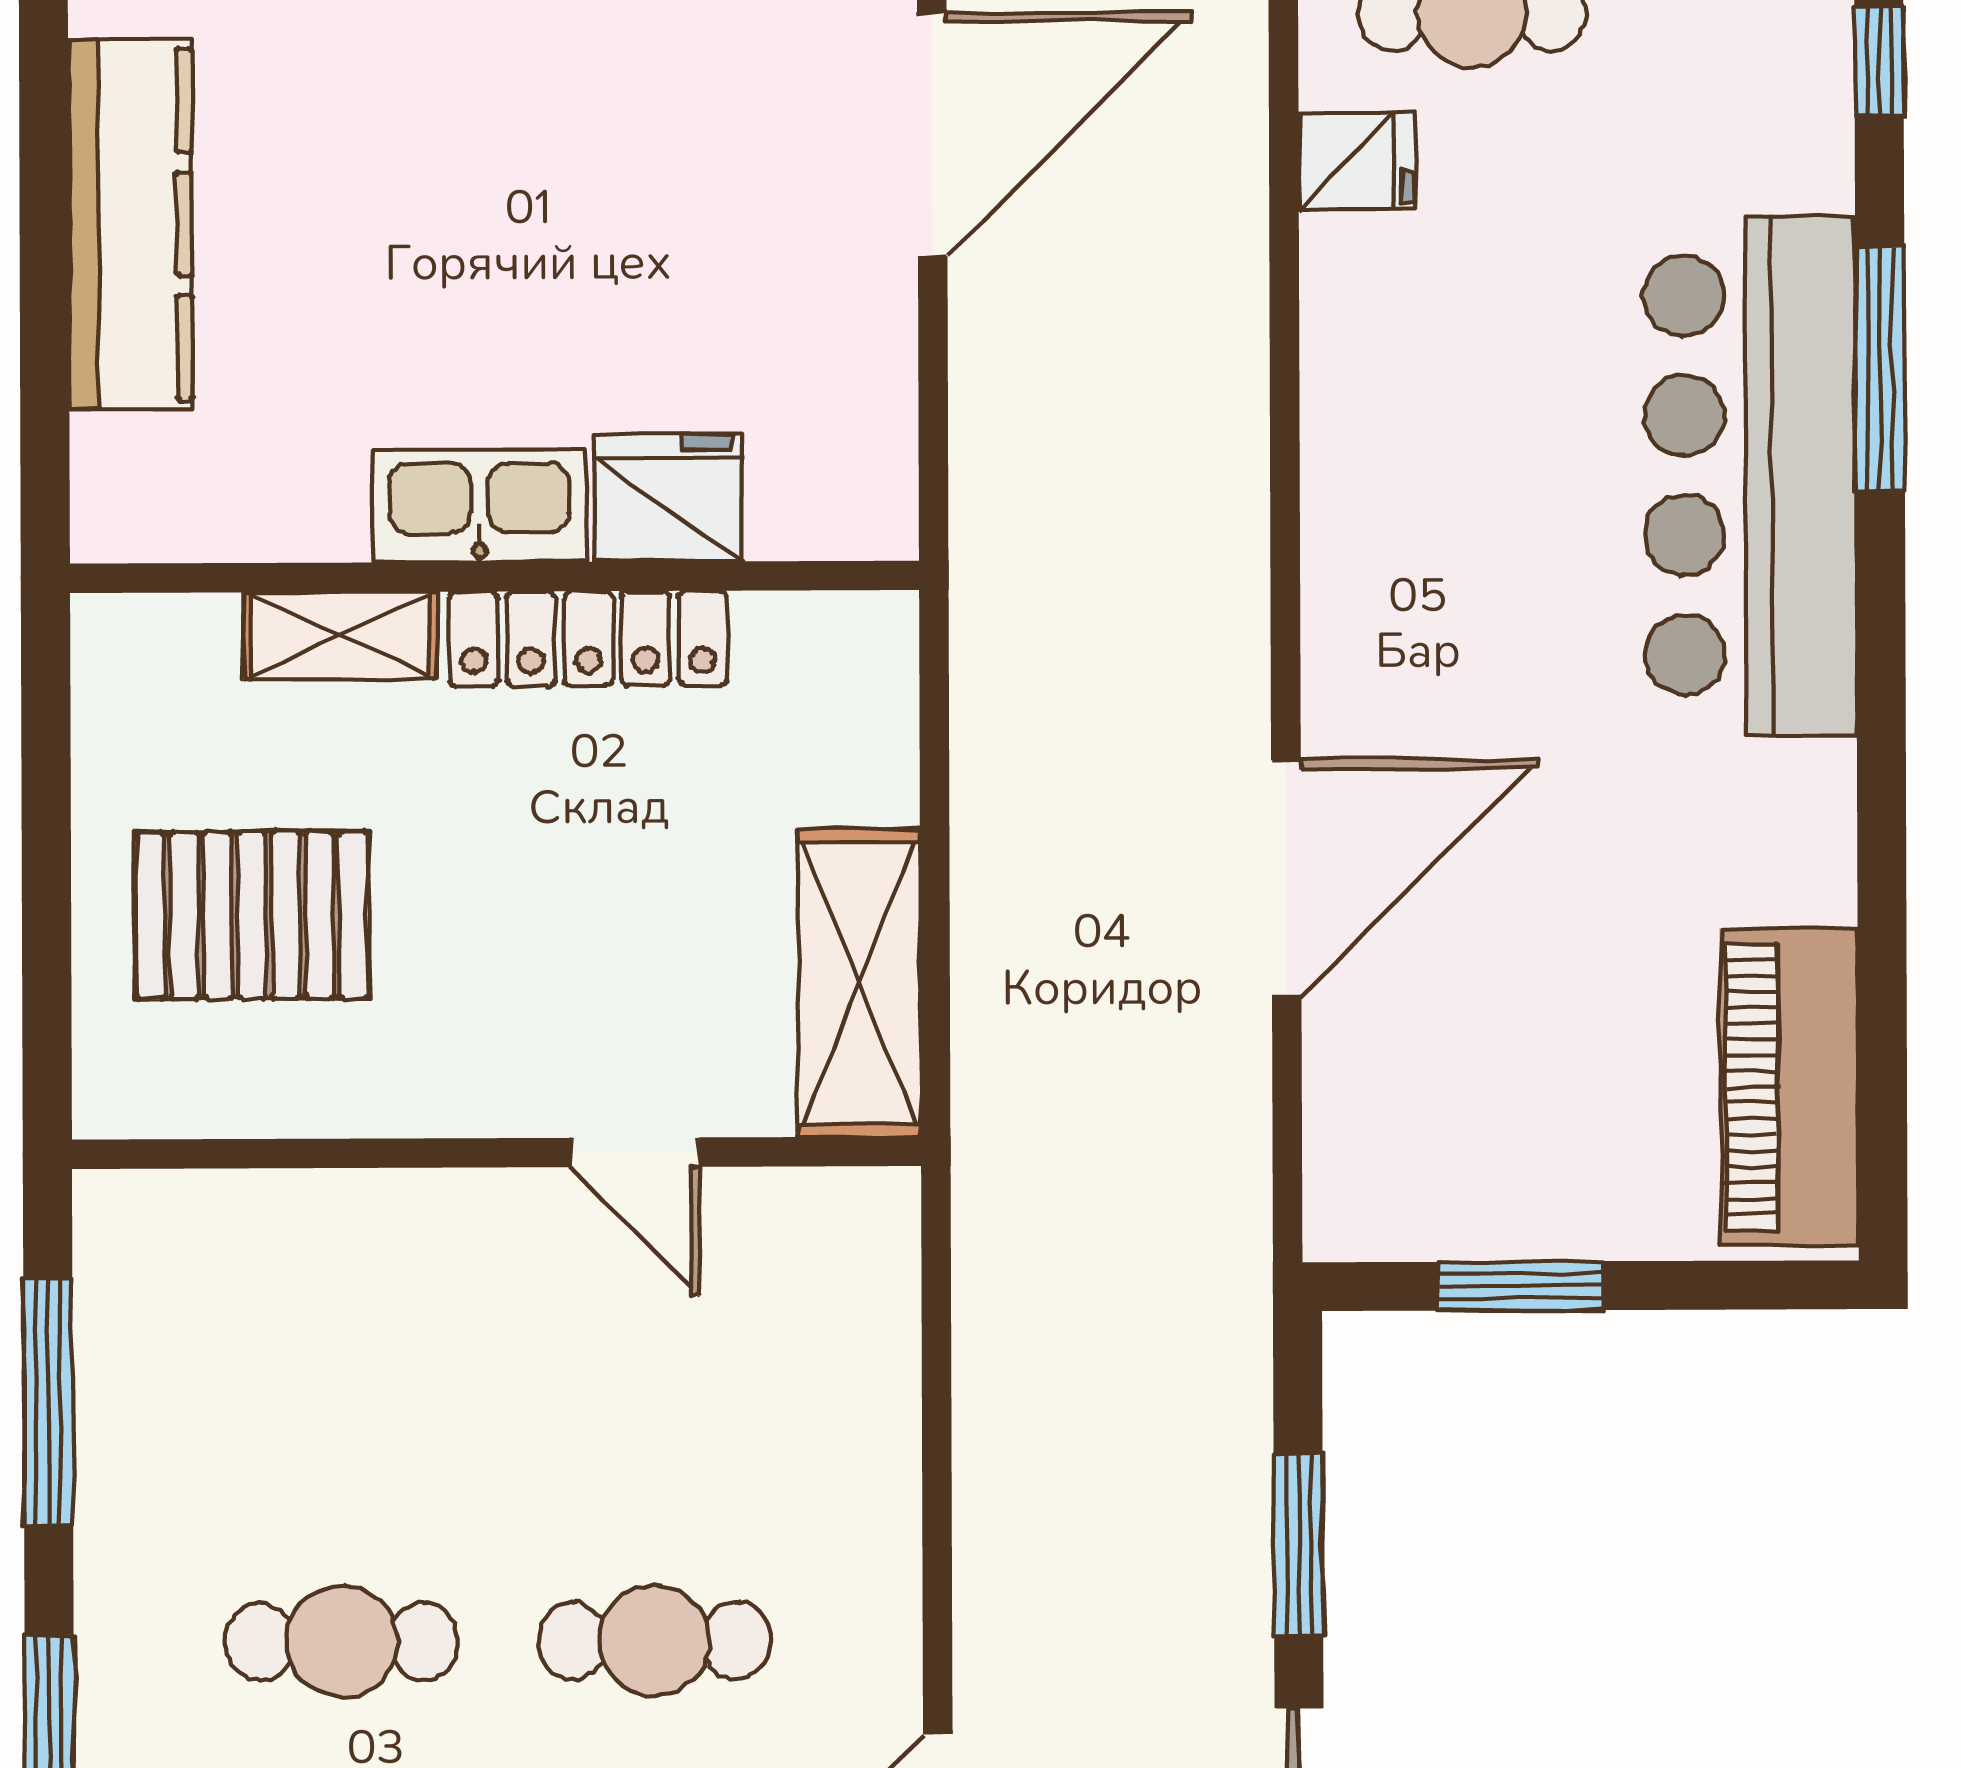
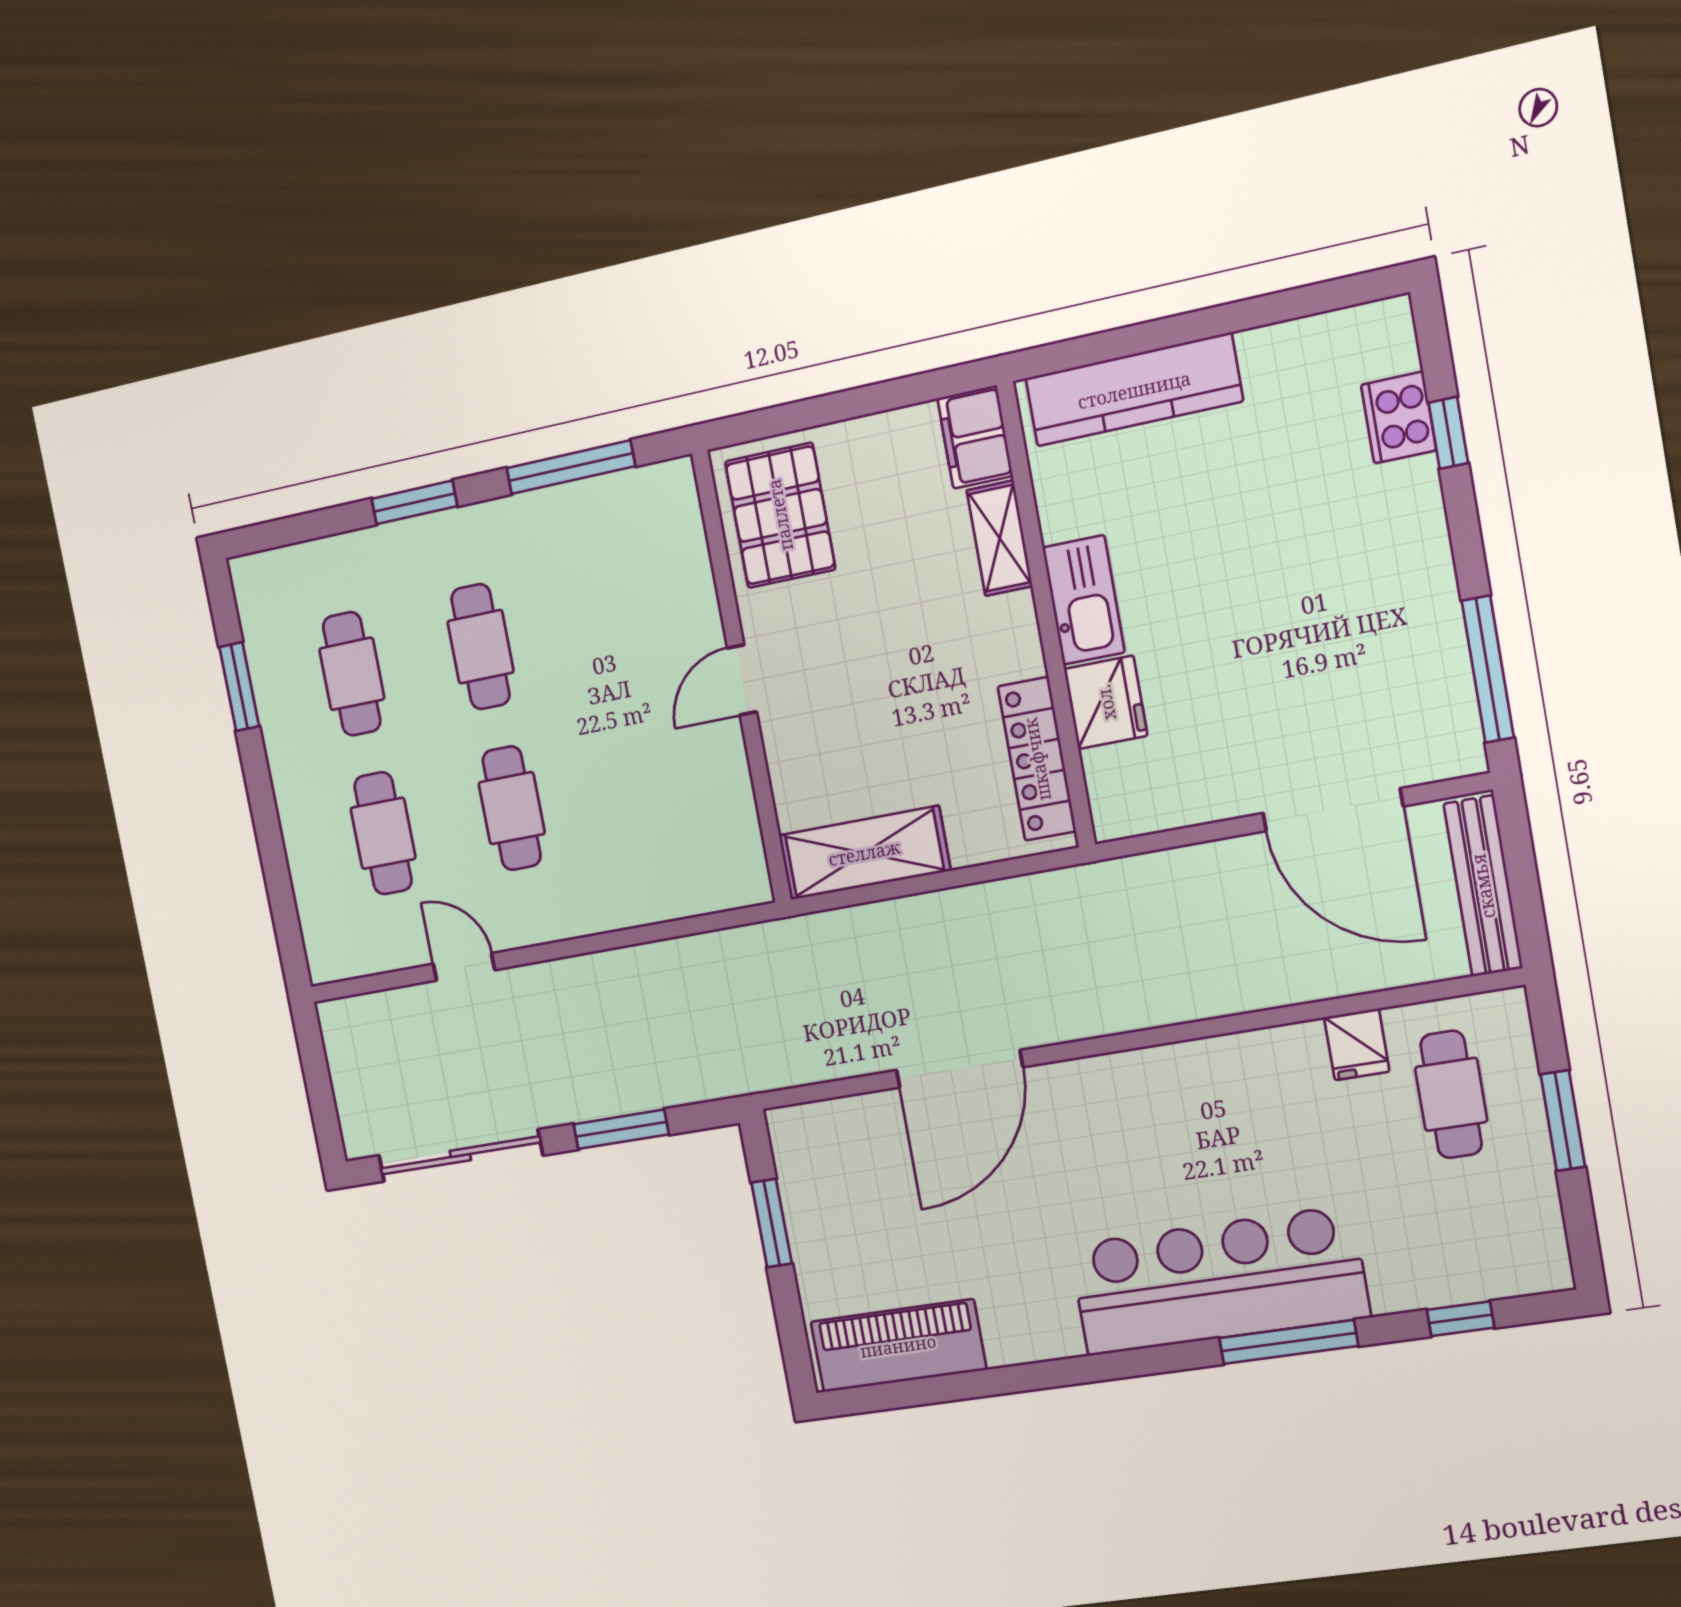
kitchen counter: (130, 224) -> (1134, 390), moved
locker: (588, 639) -> (1037, 759), moved
filing cabinet: (153, 648) -> (975, 437), added
door: (1286, 879) -> (960, 1069), hinge flipped
pallet: (252, 915) -> (780, 515), moved
door: (635, 1152) -> (742, 680), moved

